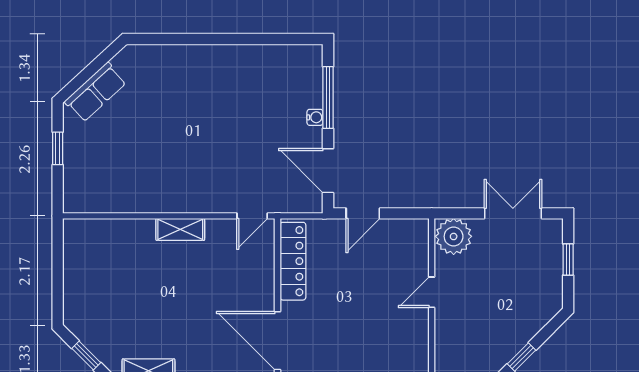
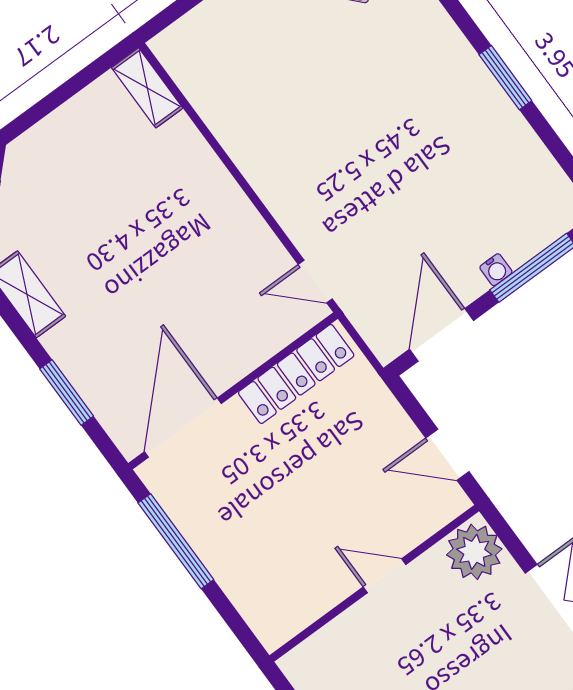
window: (219, 39) -> (505, 78), added
door: (363, 213) -> (447, 455), moved
shelving: (180, 229) -> (147, 88), moved

